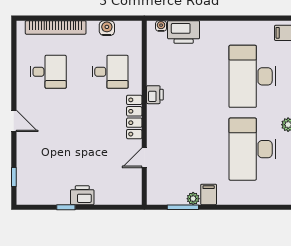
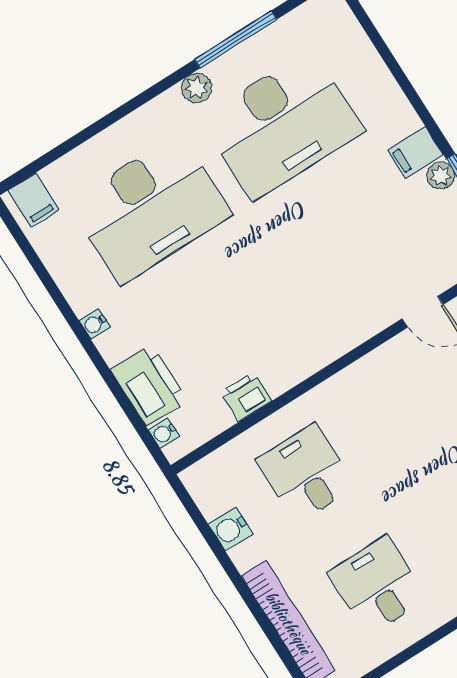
water cooler: (221, 26) -> (94, 324), added
printer: (155, 95) -> (246, 396), moved
locker: (134, 117) -> (360, 377), removed

